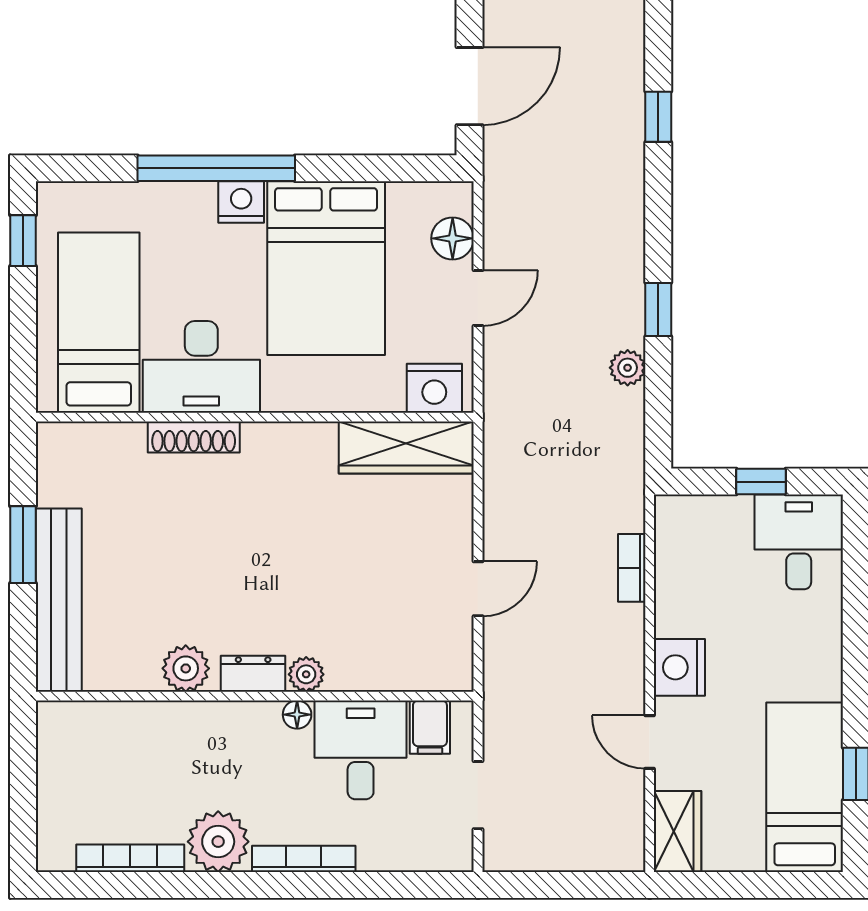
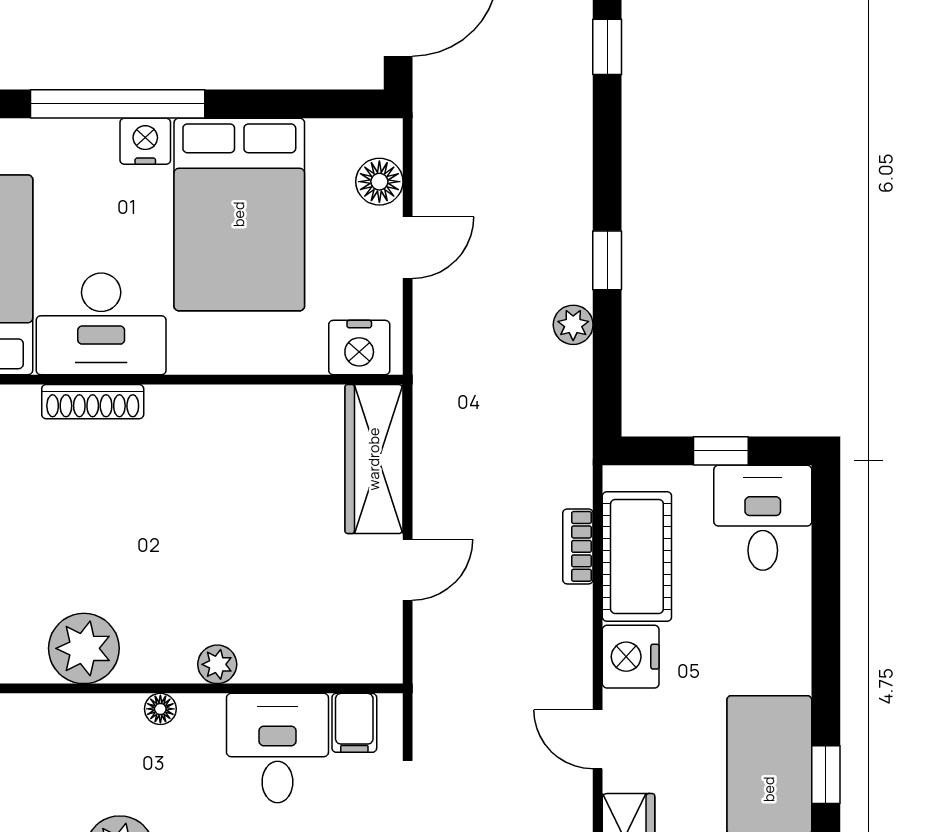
wardrobe: (406, 448) -> (374, 459), moved, turned 90
cot: (685, 577) -> (637, 556), added
plant: (186, 668) -> (84, 648), width x1.36, depth x1.36
dresser: (253, 674) -> (159, 664), removed
floor lamp: (297, 715) -> (160, 709), moved

